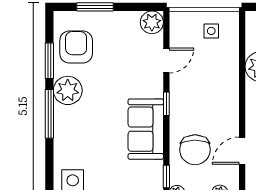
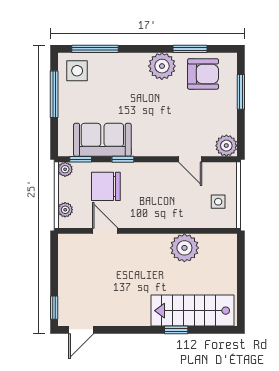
window: (166, 104) -> (123, 159), moved
window: (49, 114) -> (95, 49), moved
sofa: (146, 129) -> (102, 140), moved

